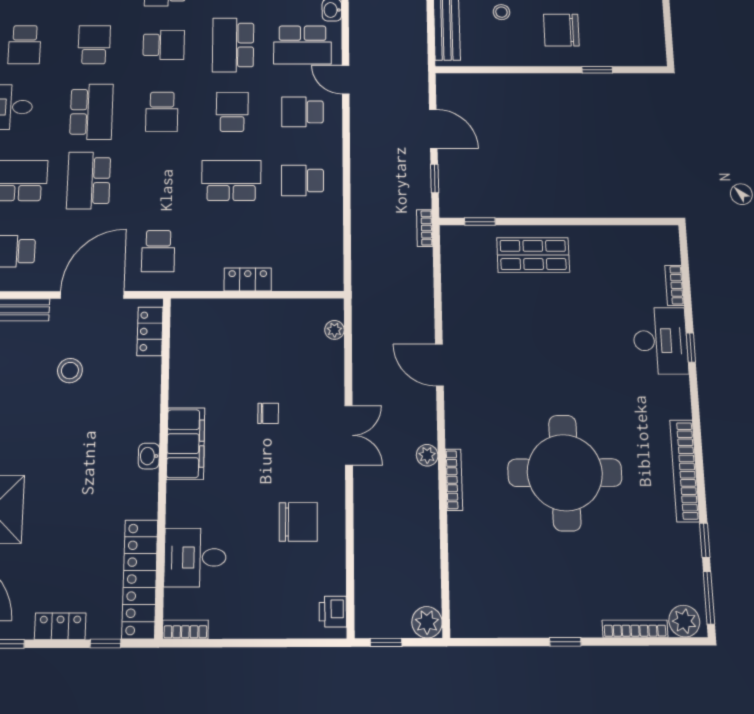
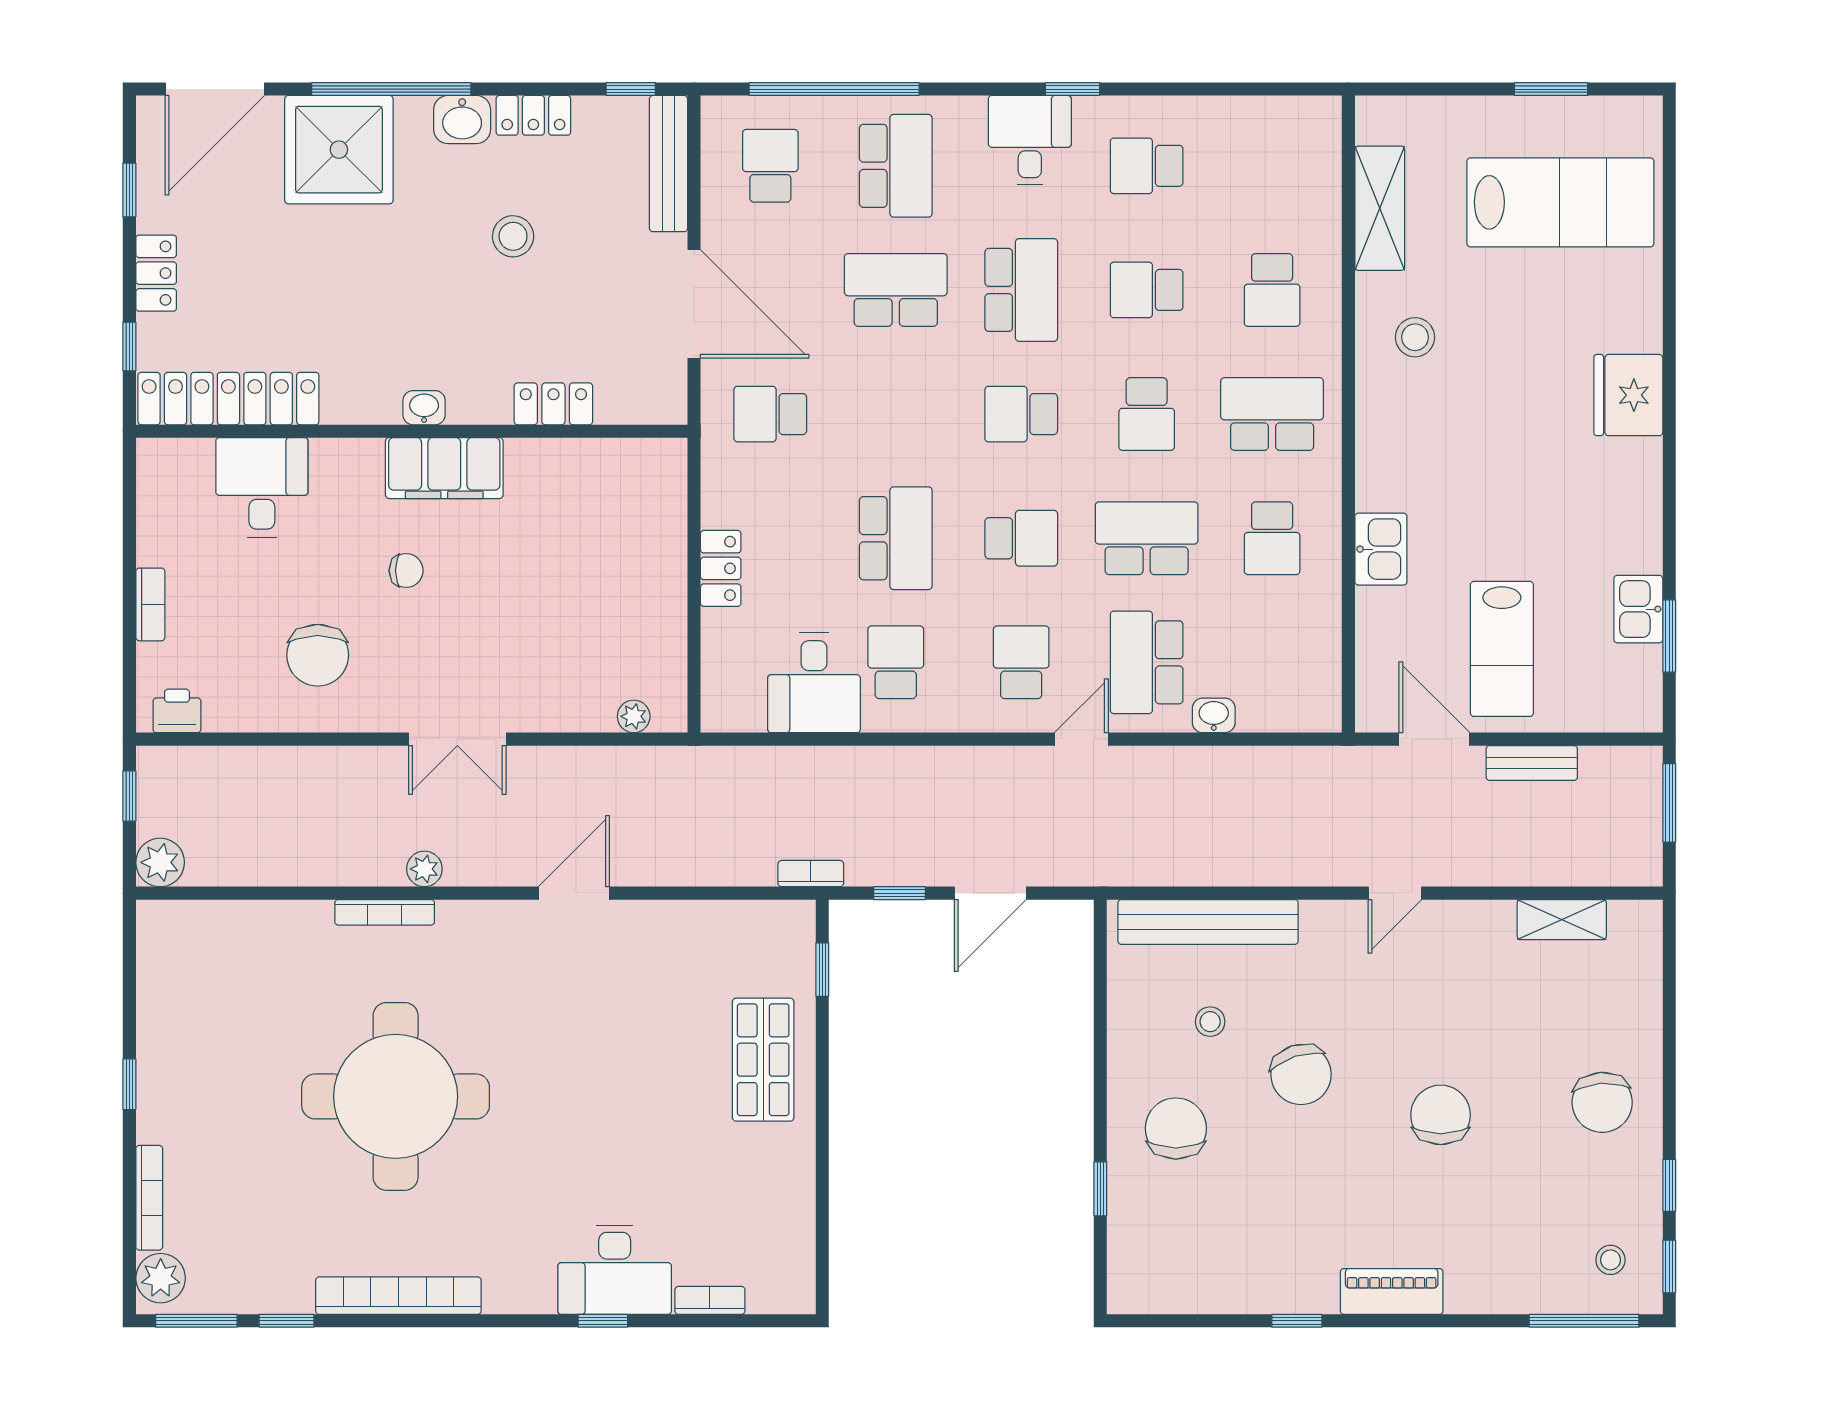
school desk: (94, 45) -> (1147, 290), turned 180
school desk: (91, 112) -> (1021, 290), turned -90
desk: (314, 226) -> (814, 683), added
locker: (150, 331) -> (553, 404), moved
stool: (70, 371) -> (513, 236), moved
chair: (268, 413) -> (406, 570), moved, turned -90
bookcase: (185, 629) -> (150, 604), moved

